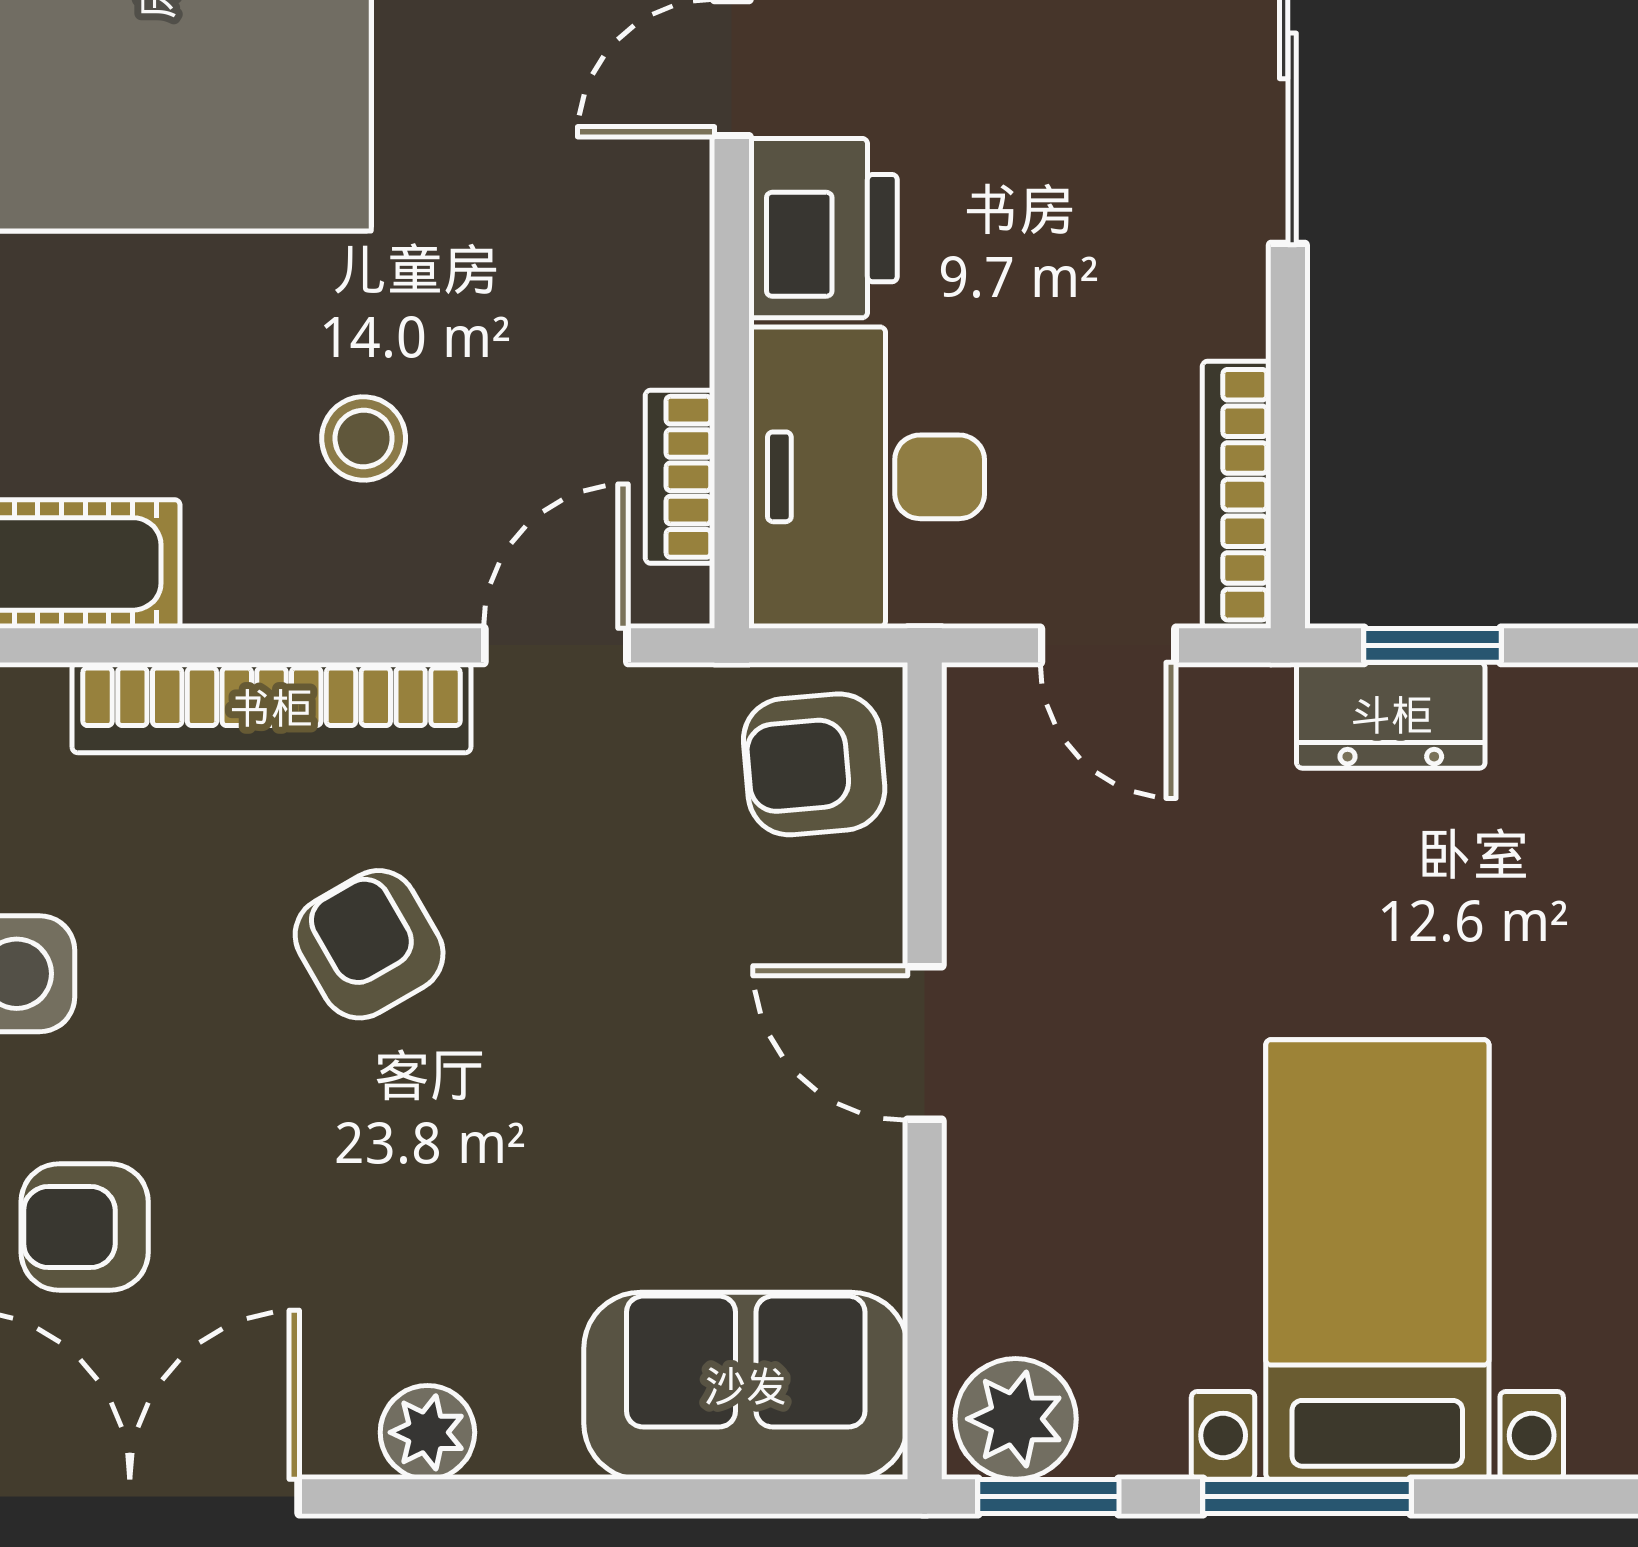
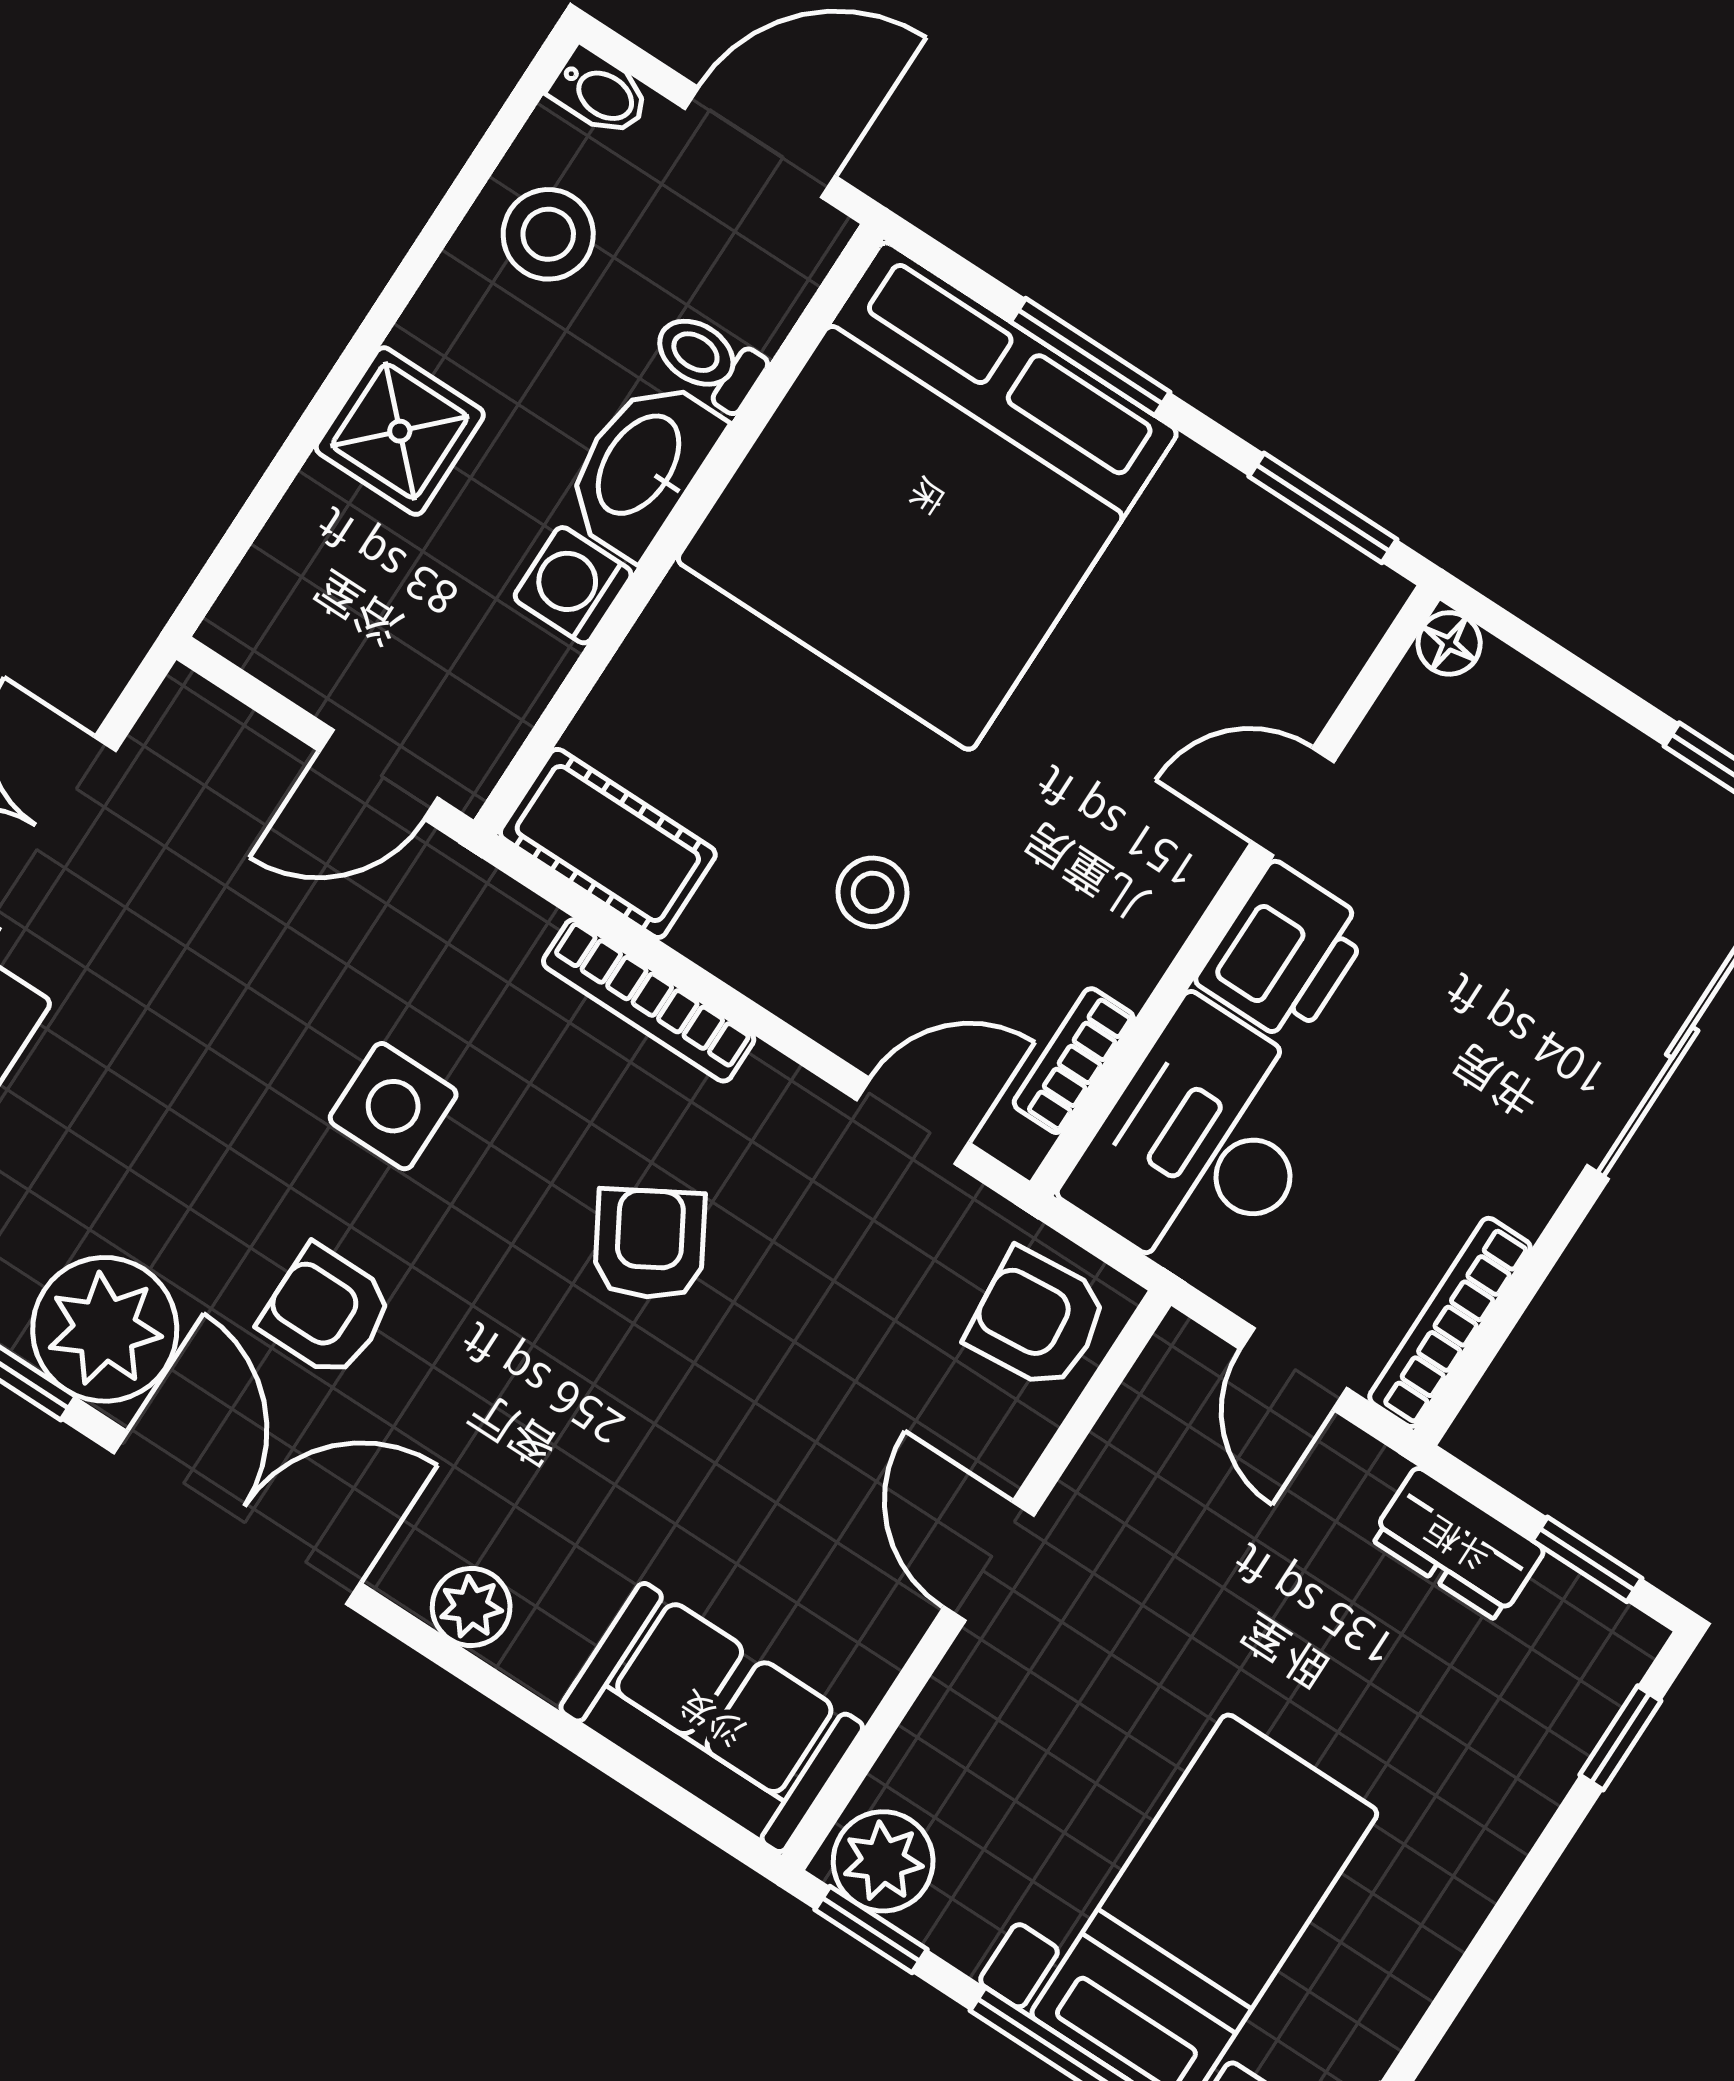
window: (1433, 645) -> (1587, 1559), moved
bookcase: (271, 708) -> (649, 1000), width x0.68, depth x0.76

